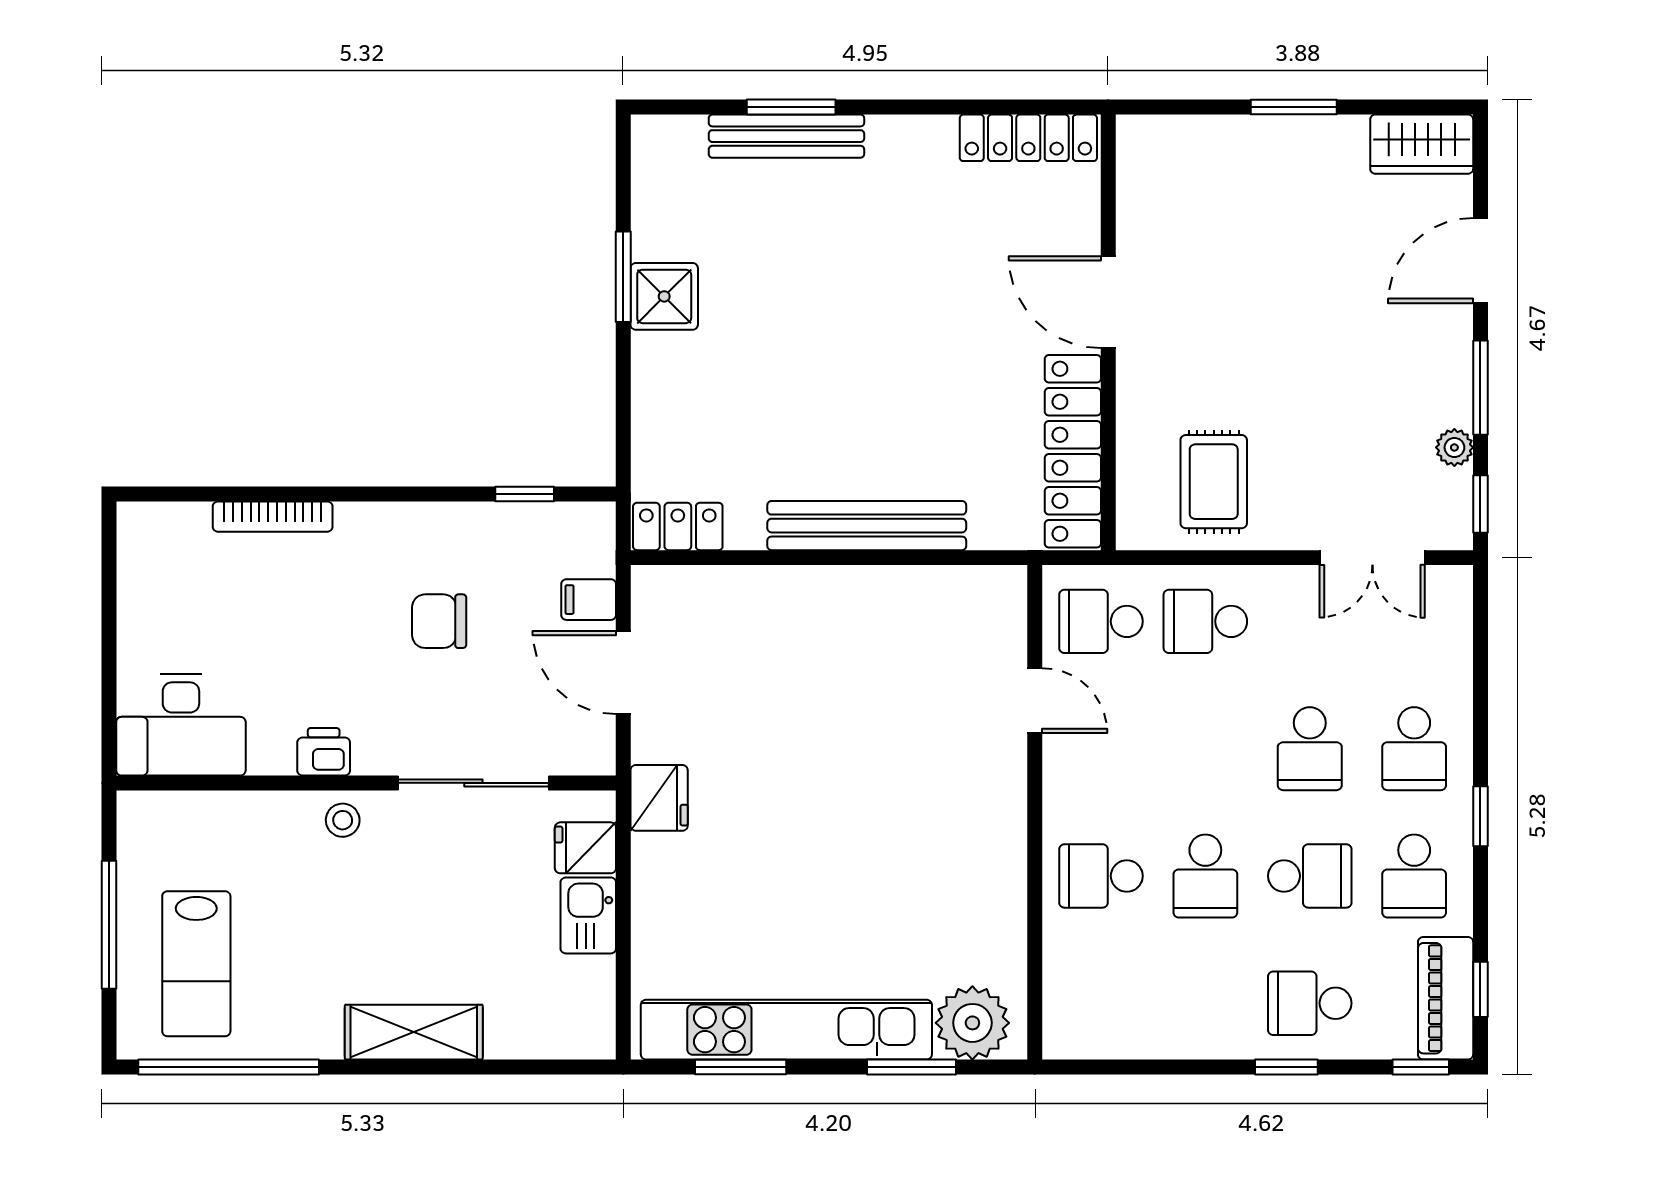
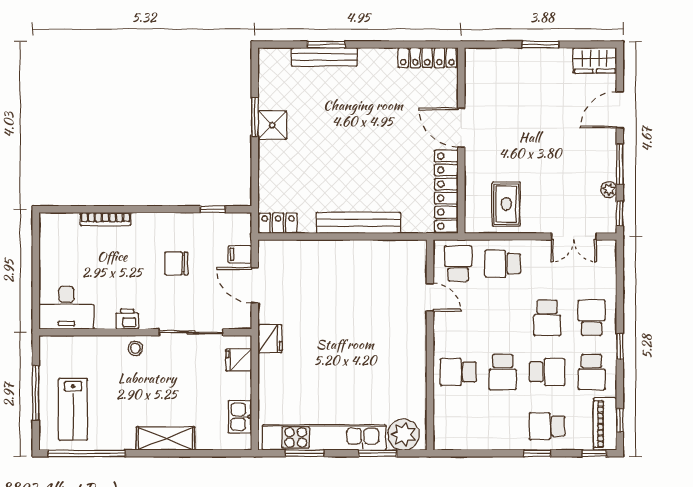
school desk: (1101, 621) -> (458, 264), turned 90
school desk: (1414, 749) -> (592, 318), turned 180
kitchen sink: (588, 915) -> (240, 417), moved

